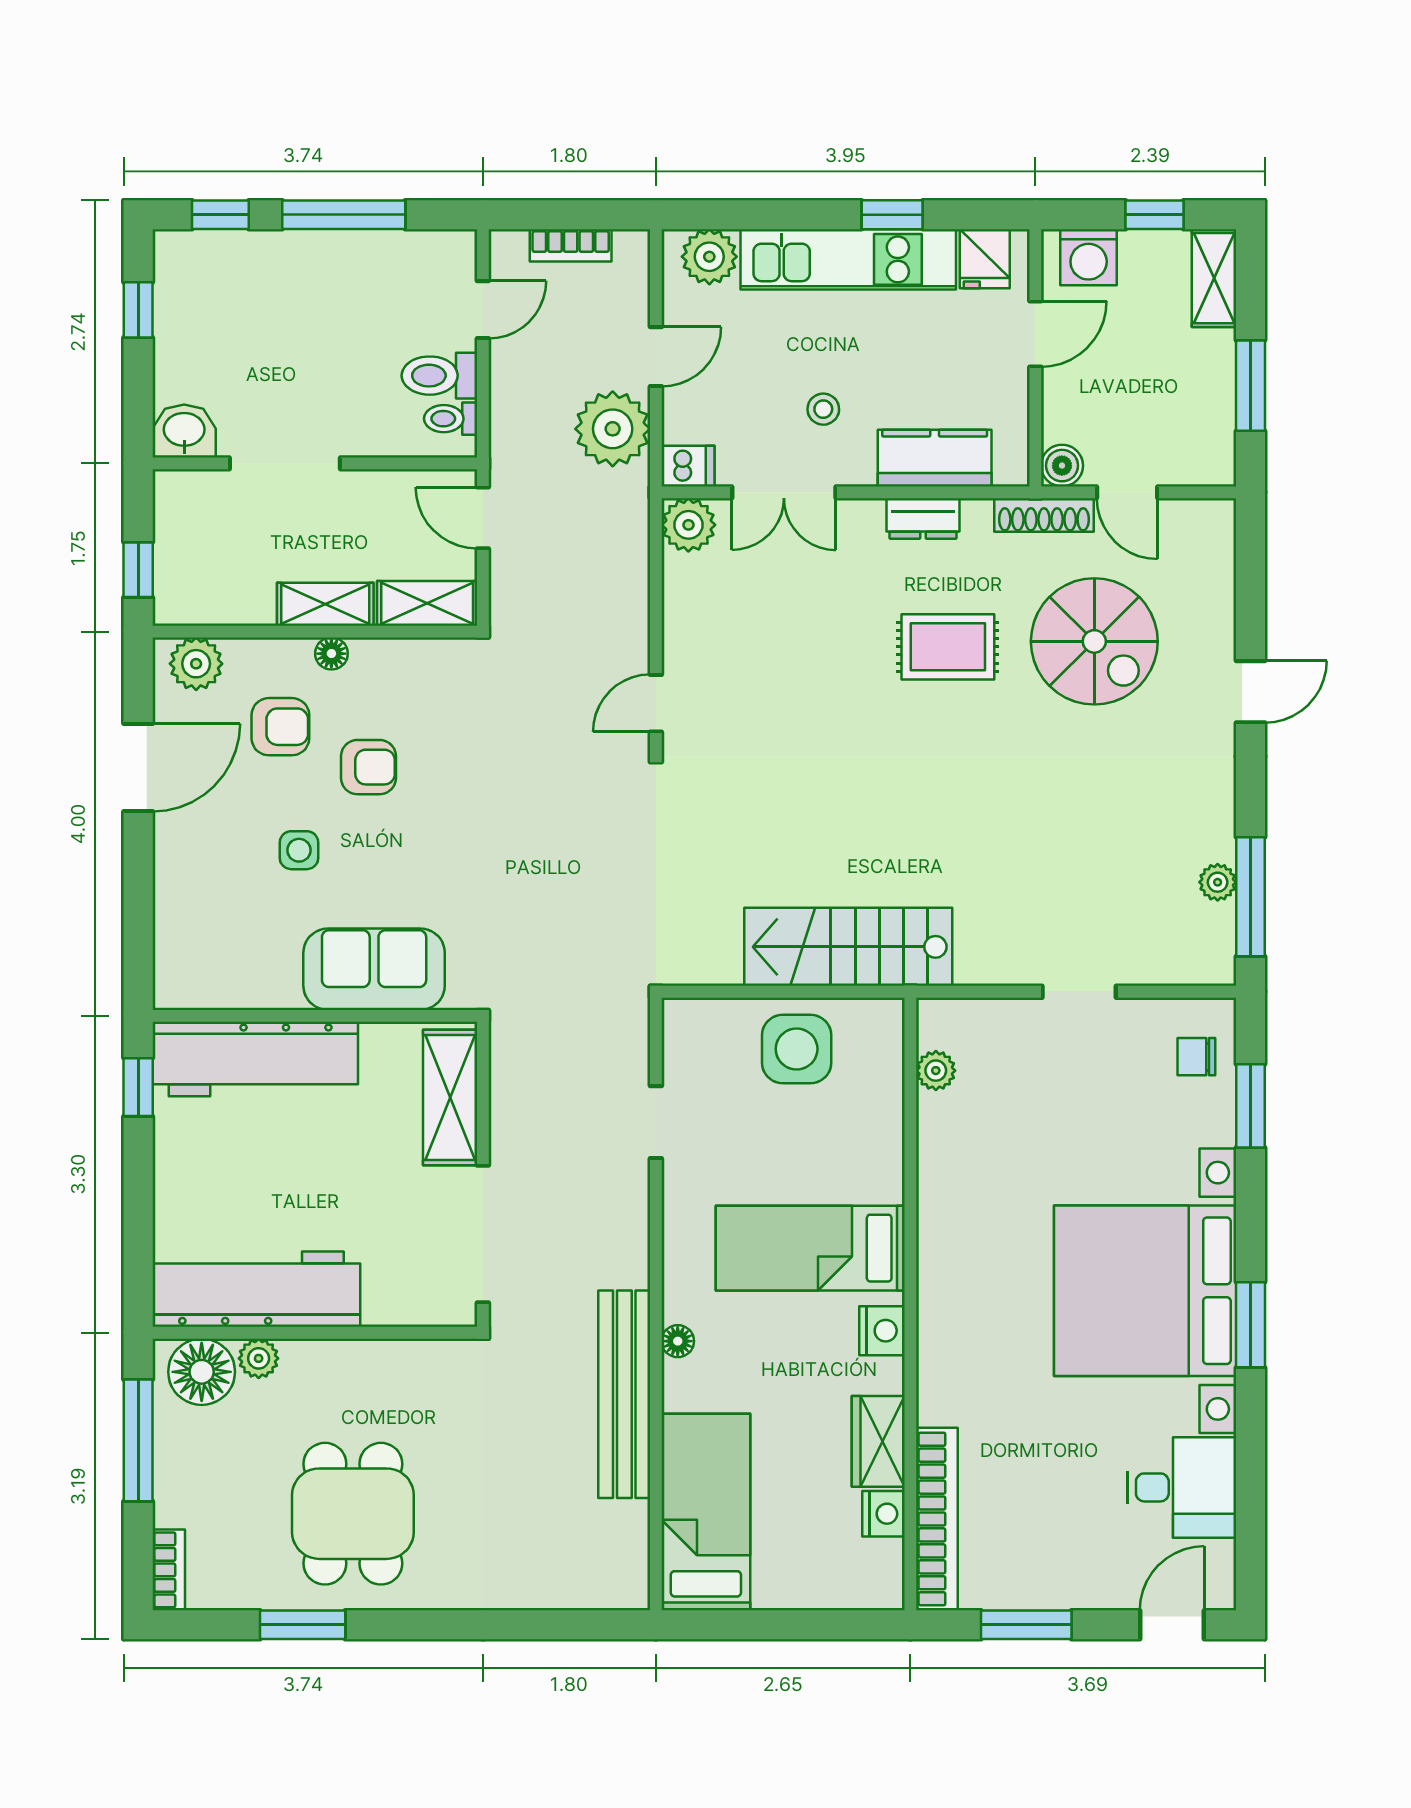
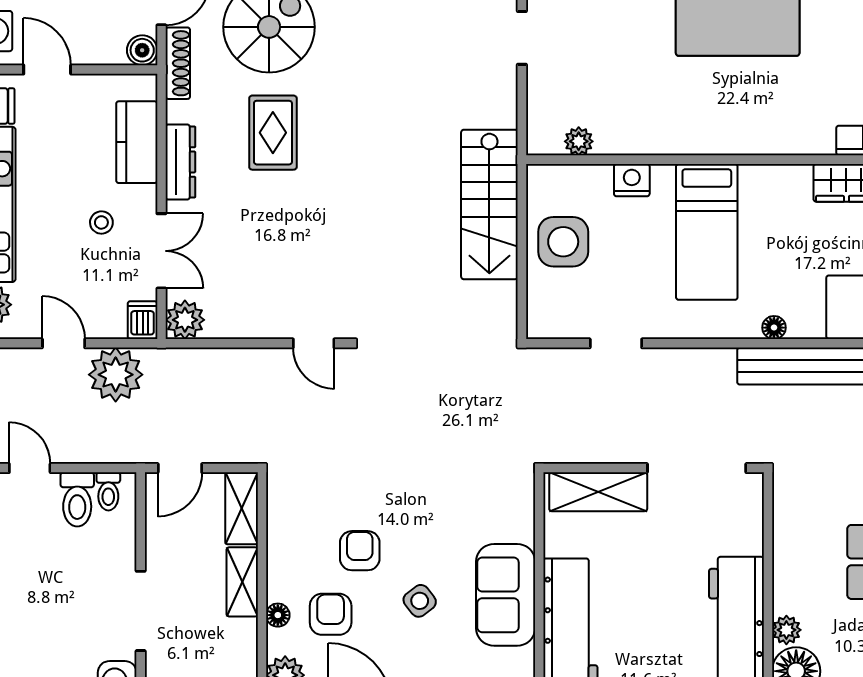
dresser: (923, 518) -> (180, 162), width x1.44
floor lamp: (331, 654) -> (278, 615), moved
side table: (299, 850) -> (420, 601), turned -38
sofa: (374, 969) -> (506, 595), moved
nightstand: (882, 1331) -> (632, 180), moved

